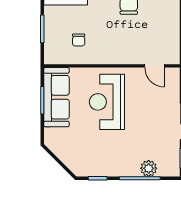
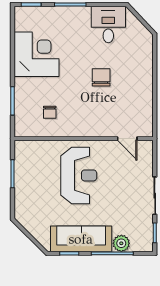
sofa: (56, 97) -> (81, 239), moved, turned -90
reception desk: (107, 102) -> (79, 175), turned 180

